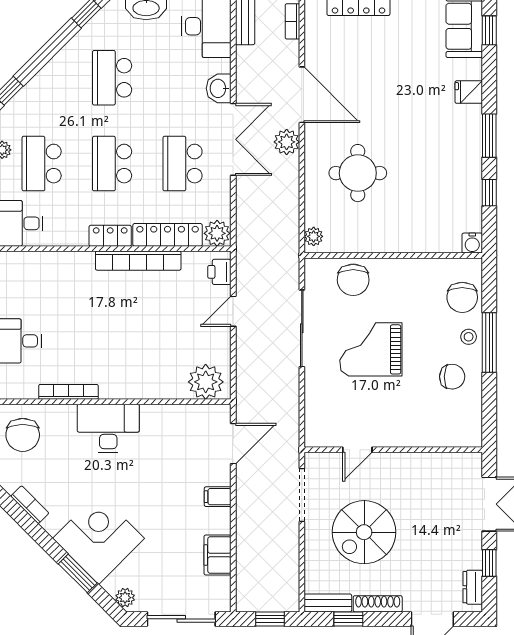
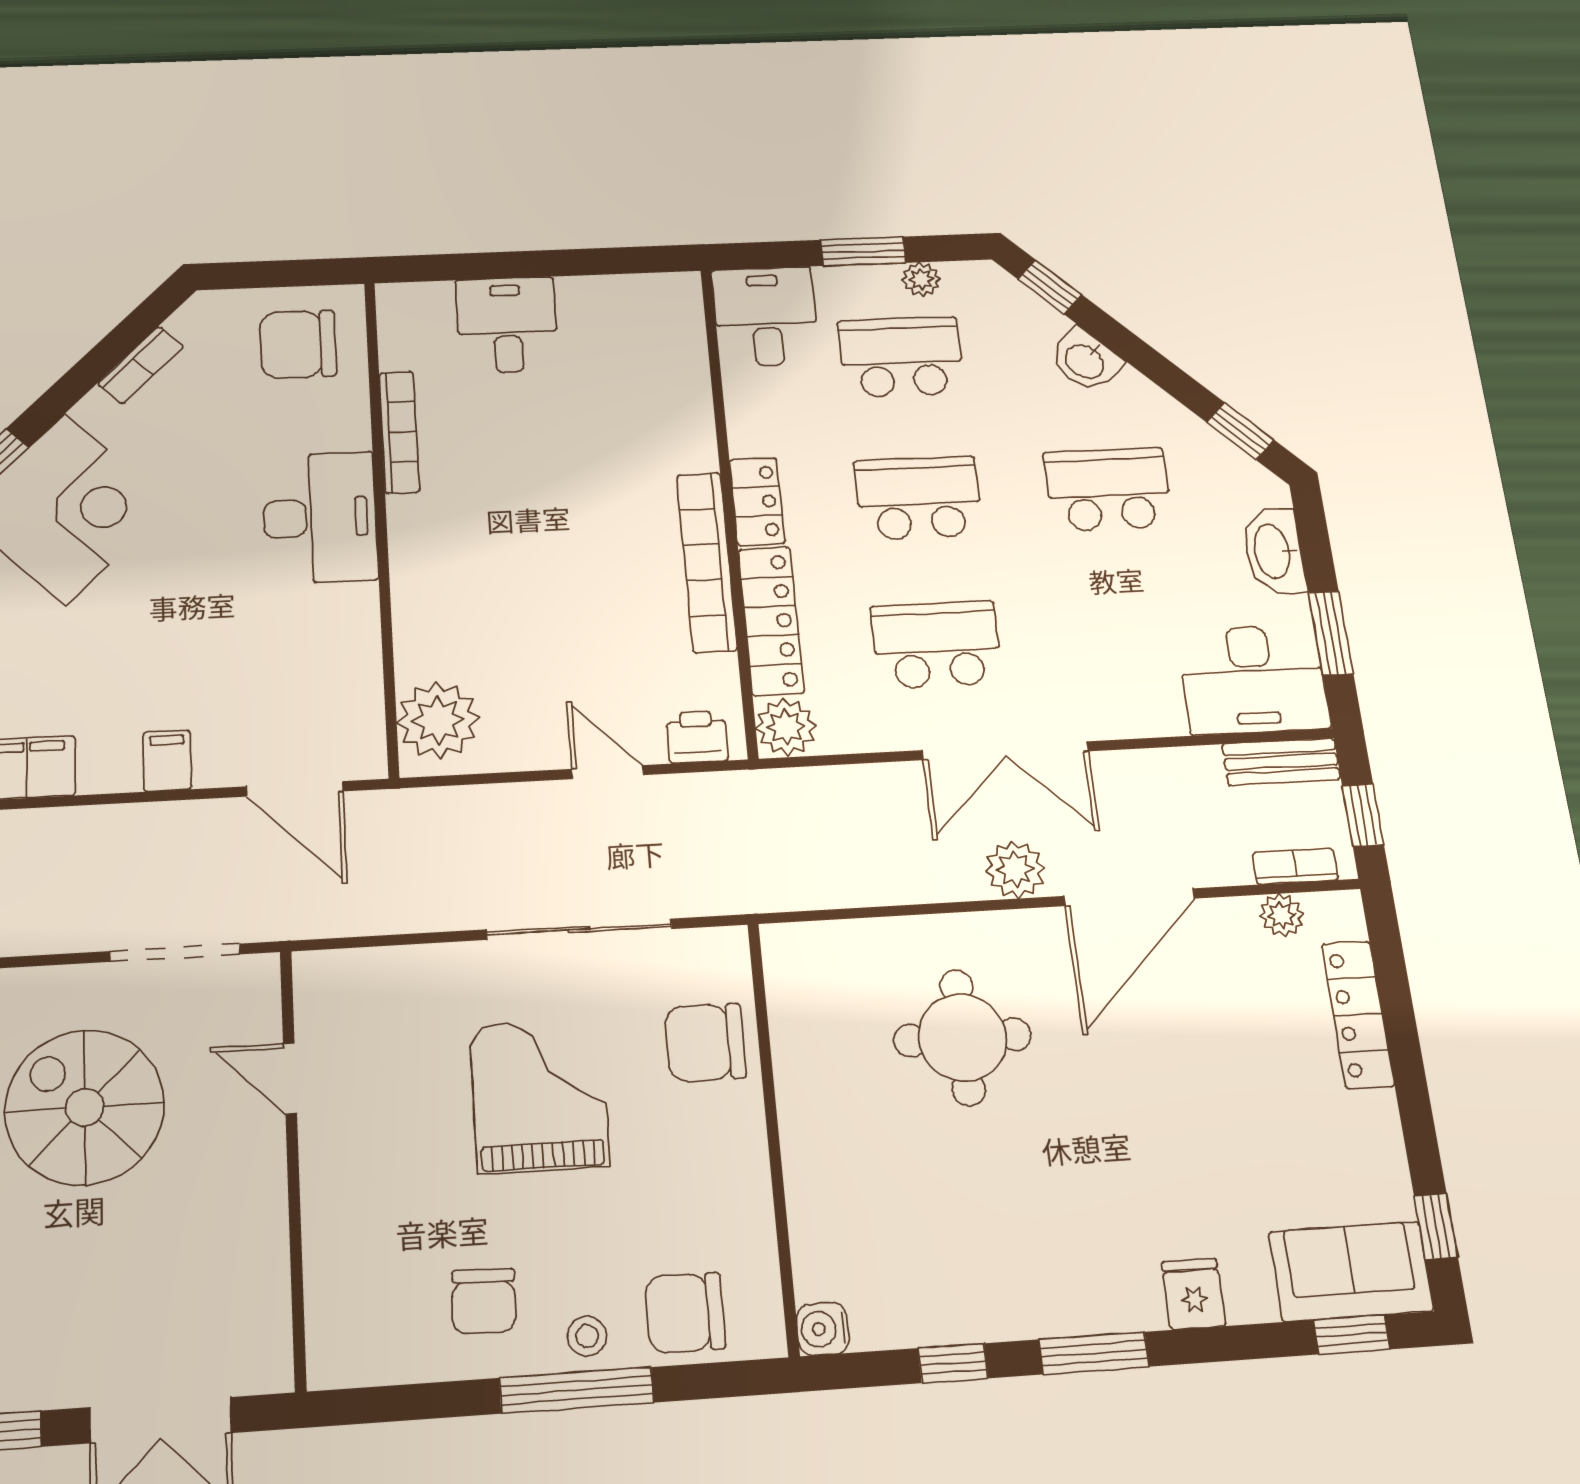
washbasin: (219, 88) -> (1085, 360), moved, turned -135
plant: (314, 236) -> (1282, 915), moved

